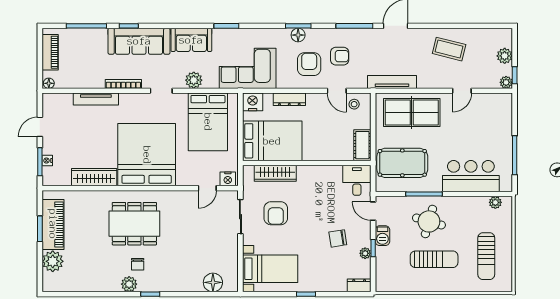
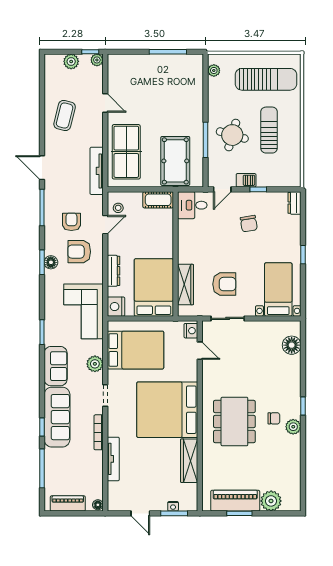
bar counter: (471, 176) -> (188, 94), removed
plant: (365, 253) -> (263, 197), removed
sun lounger: (486, 256) -> (266, 79), width x1.36, depth x1.34

